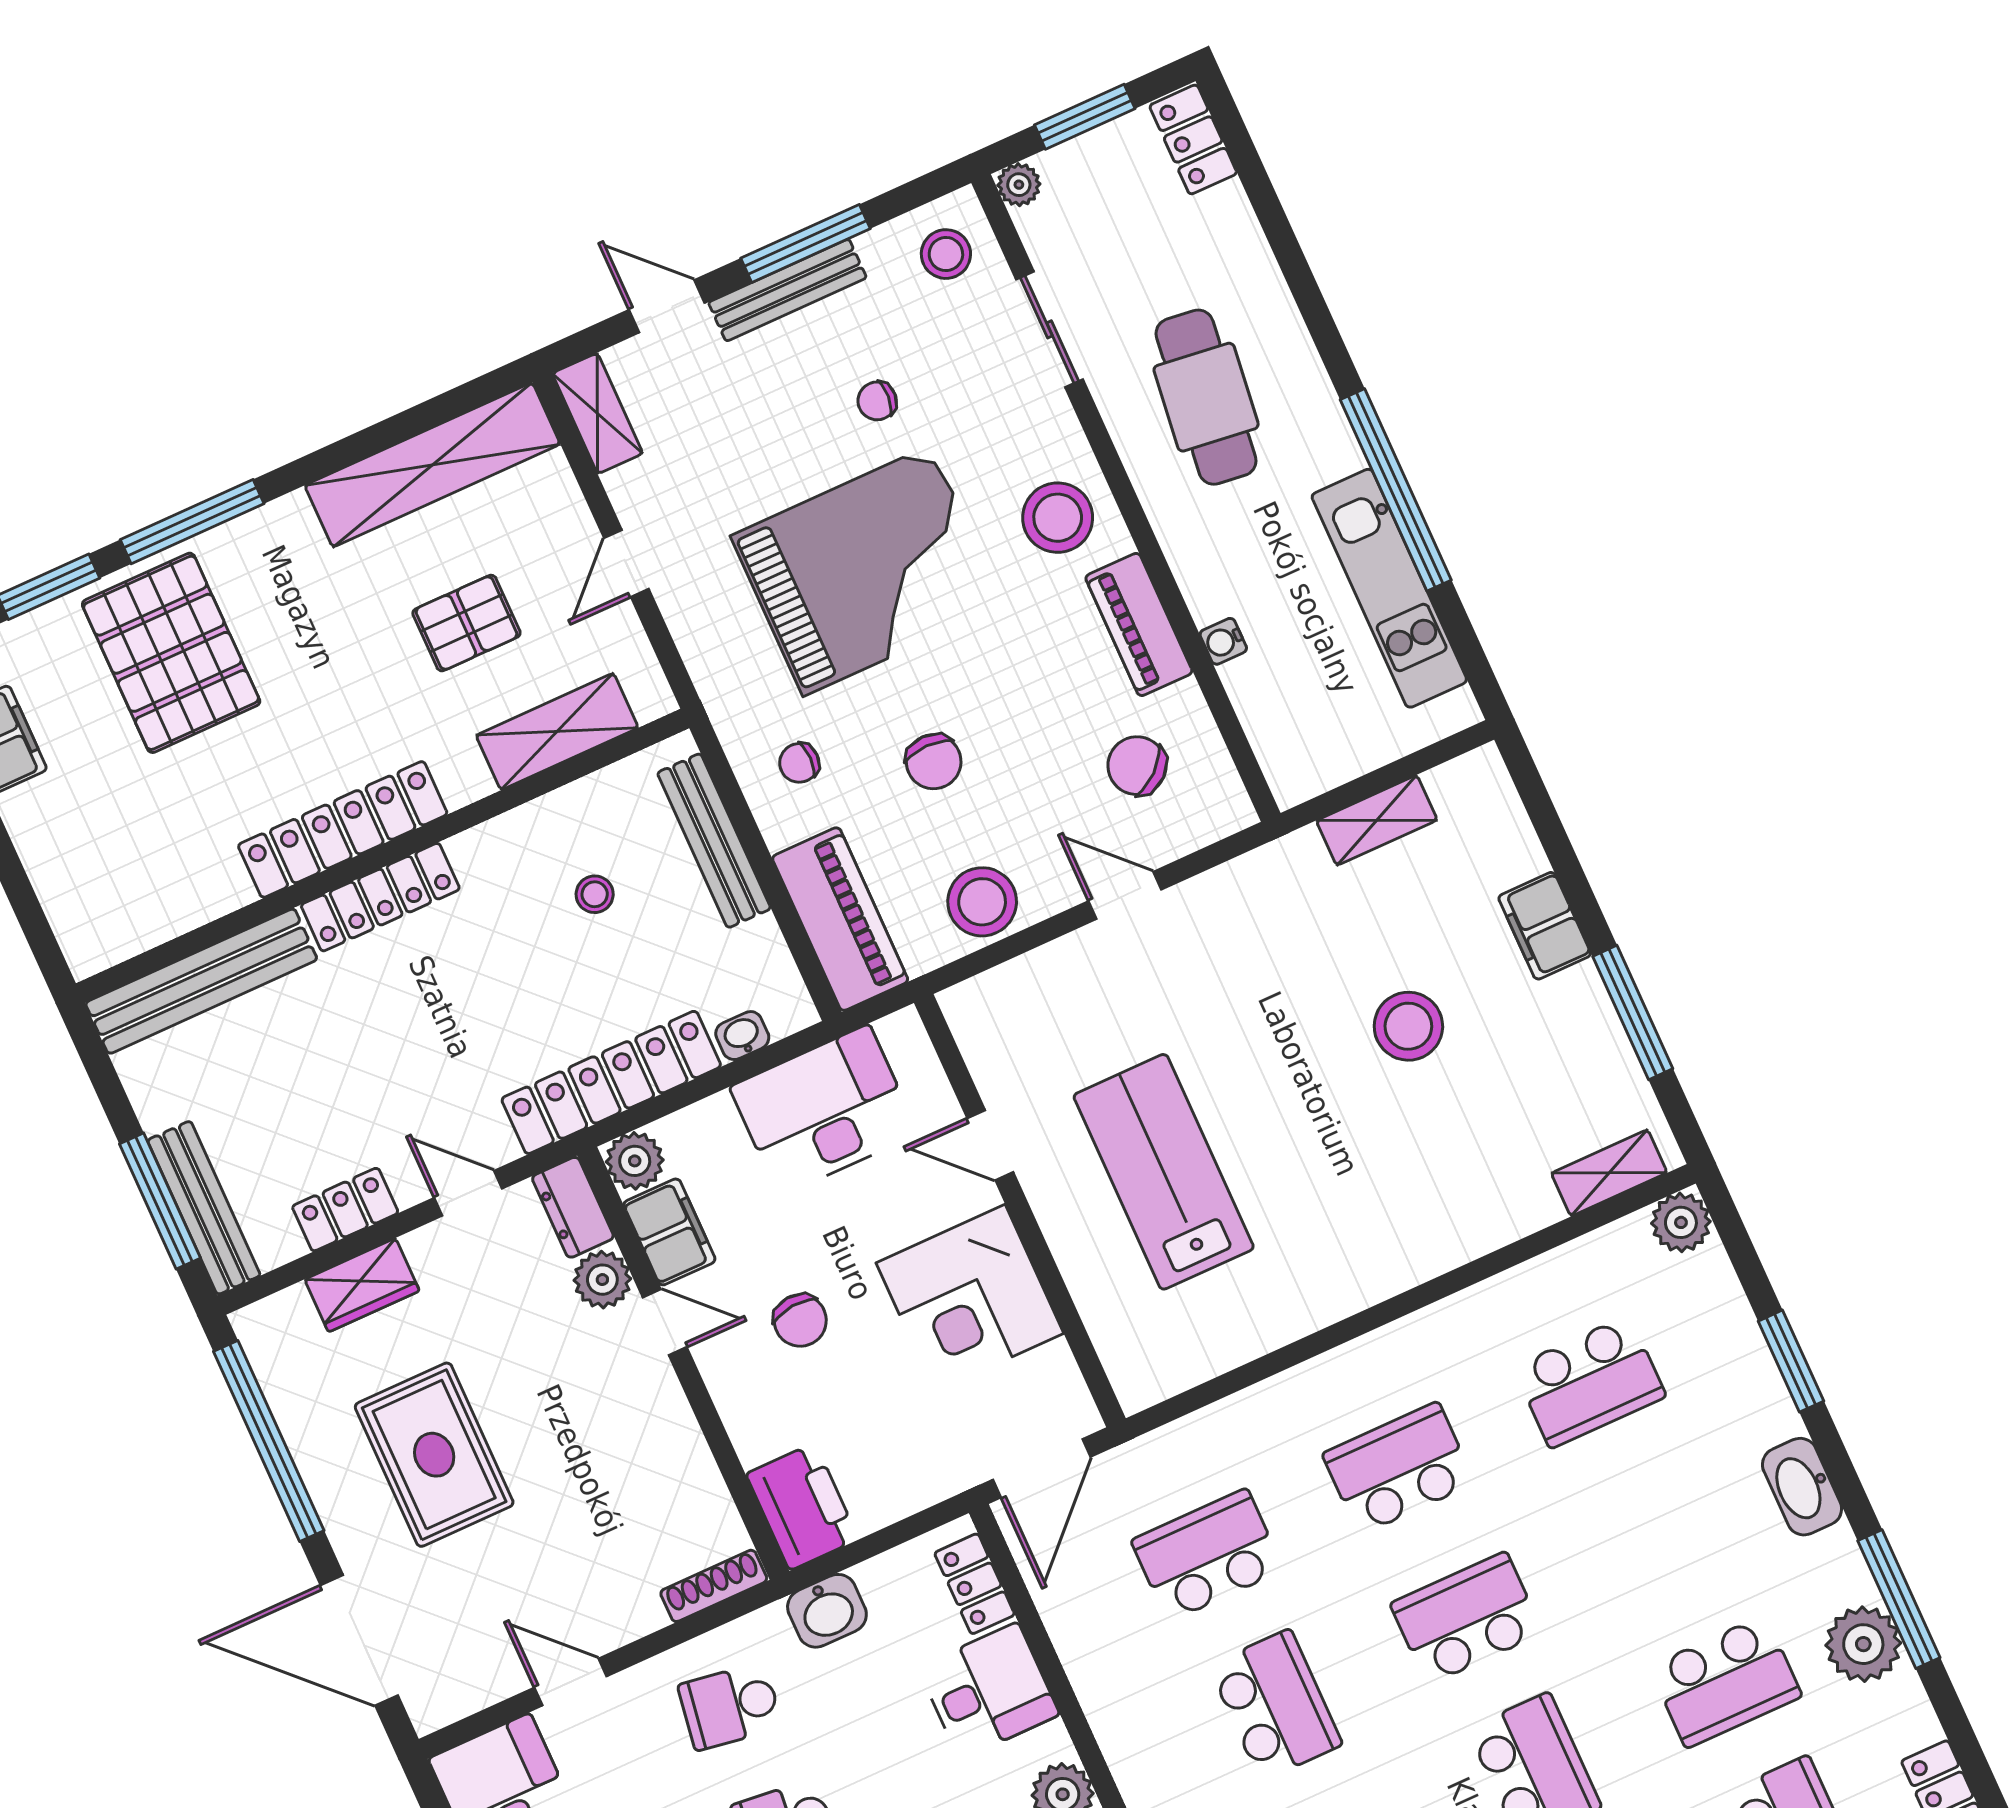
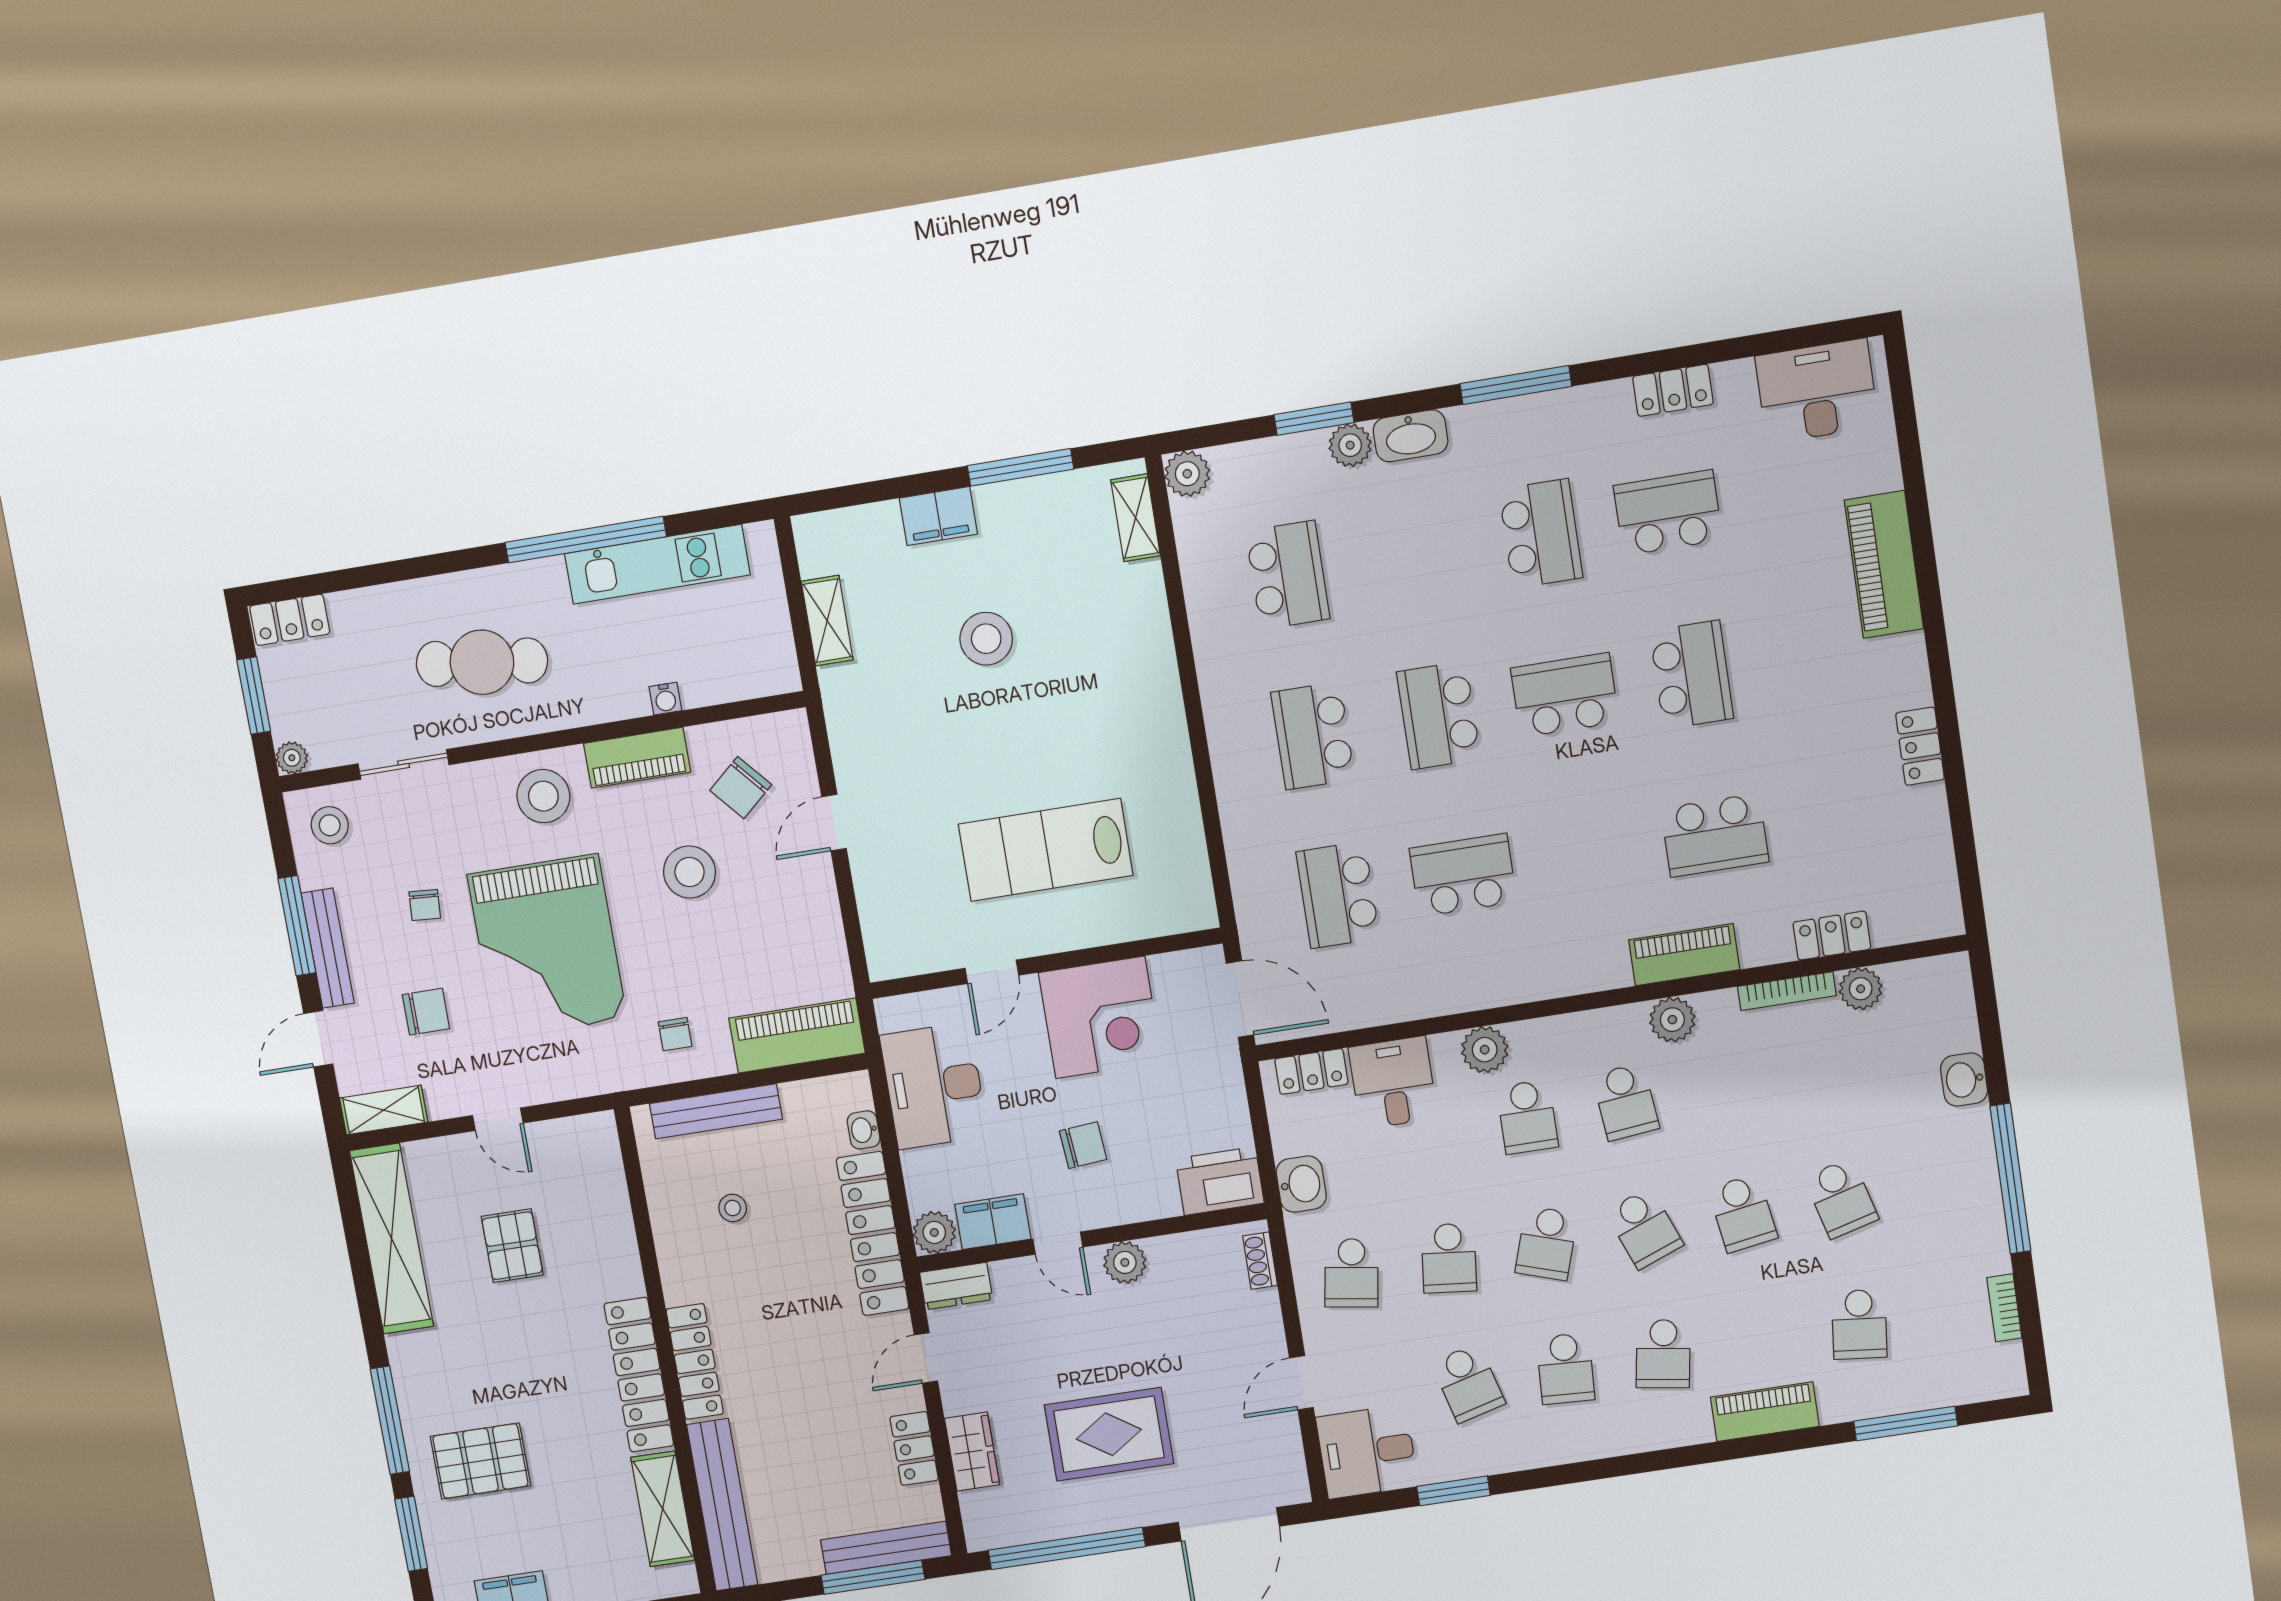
grand piano: (867, 571) -> (547, 946), turned 180
pallet: (171, 653) -> (480, 1461), width x0.73, depth x0.71
shelving: (557, 732) -> (663, 1509), moved
chair: (934, 762) -> (426, 1012), moved
stool: (982, 902) -> (689, 872), moved
plant: (602, 1280) -> (1125, 1262), moved
door: (665, 1322) -> (1058, 1243), swing flipped
shoe rack: (714, 1586) -> (1260, 1261), width x0.70
plant: (1863, 1644) -> (1350, 445), moved, width x0.73, depth x0.73

